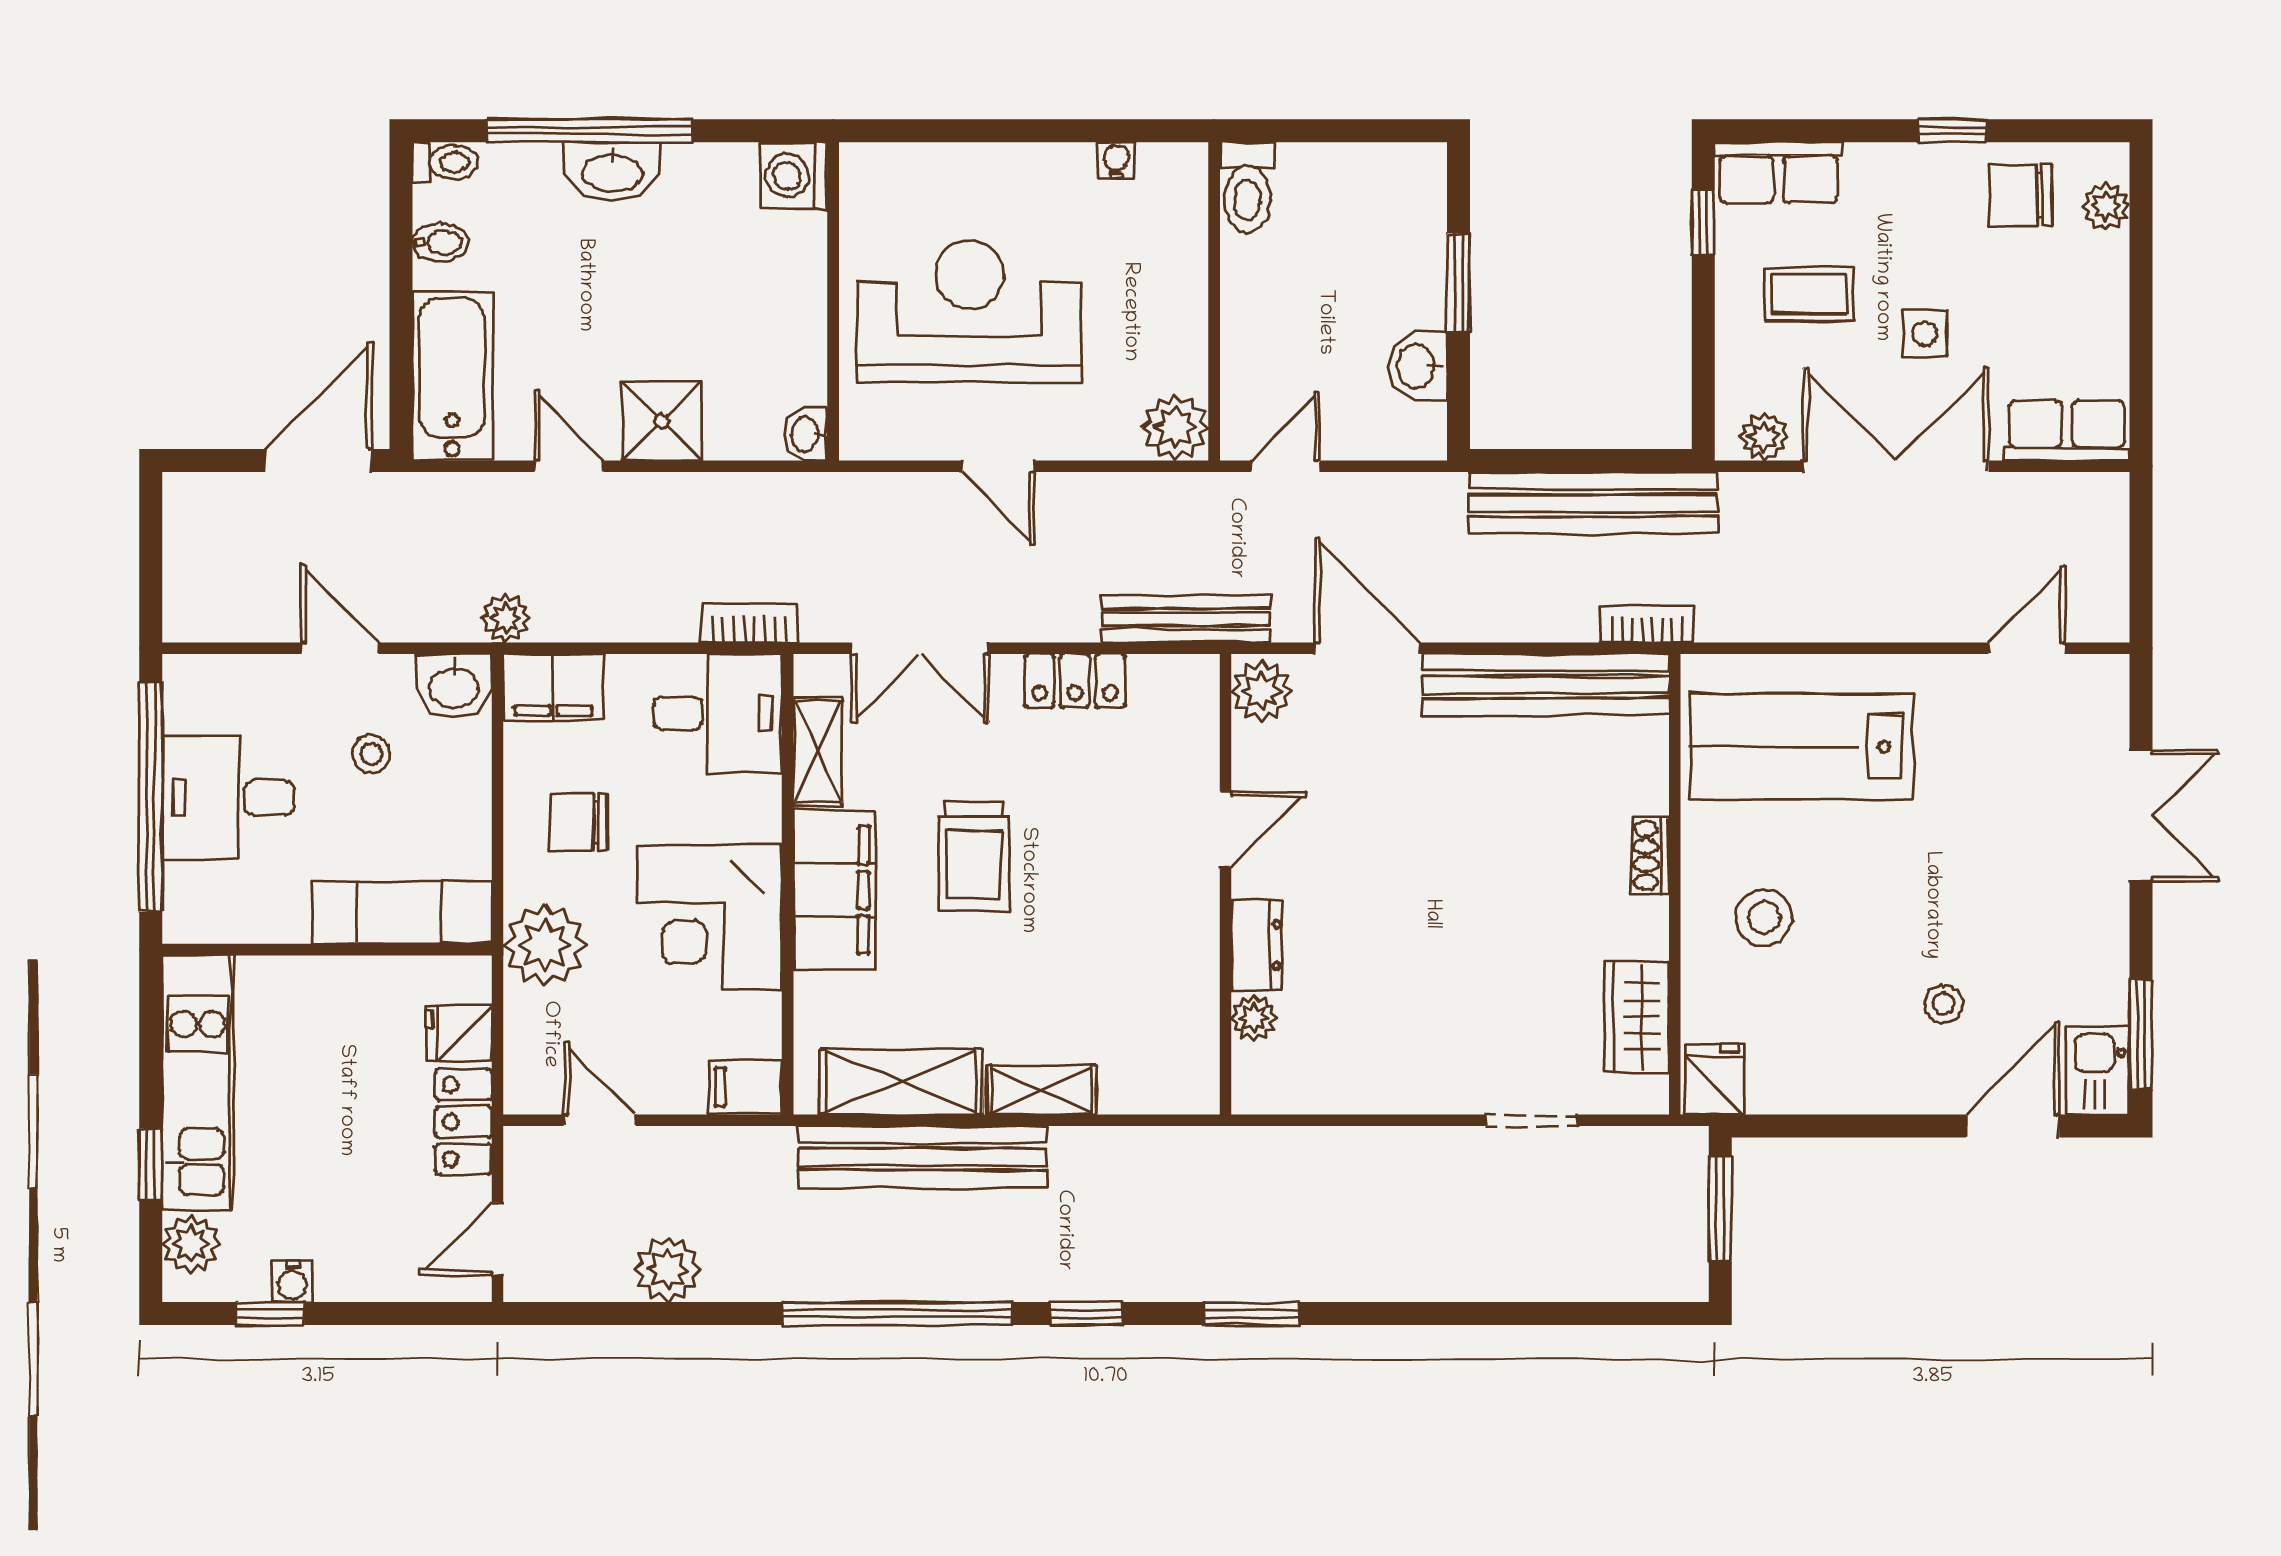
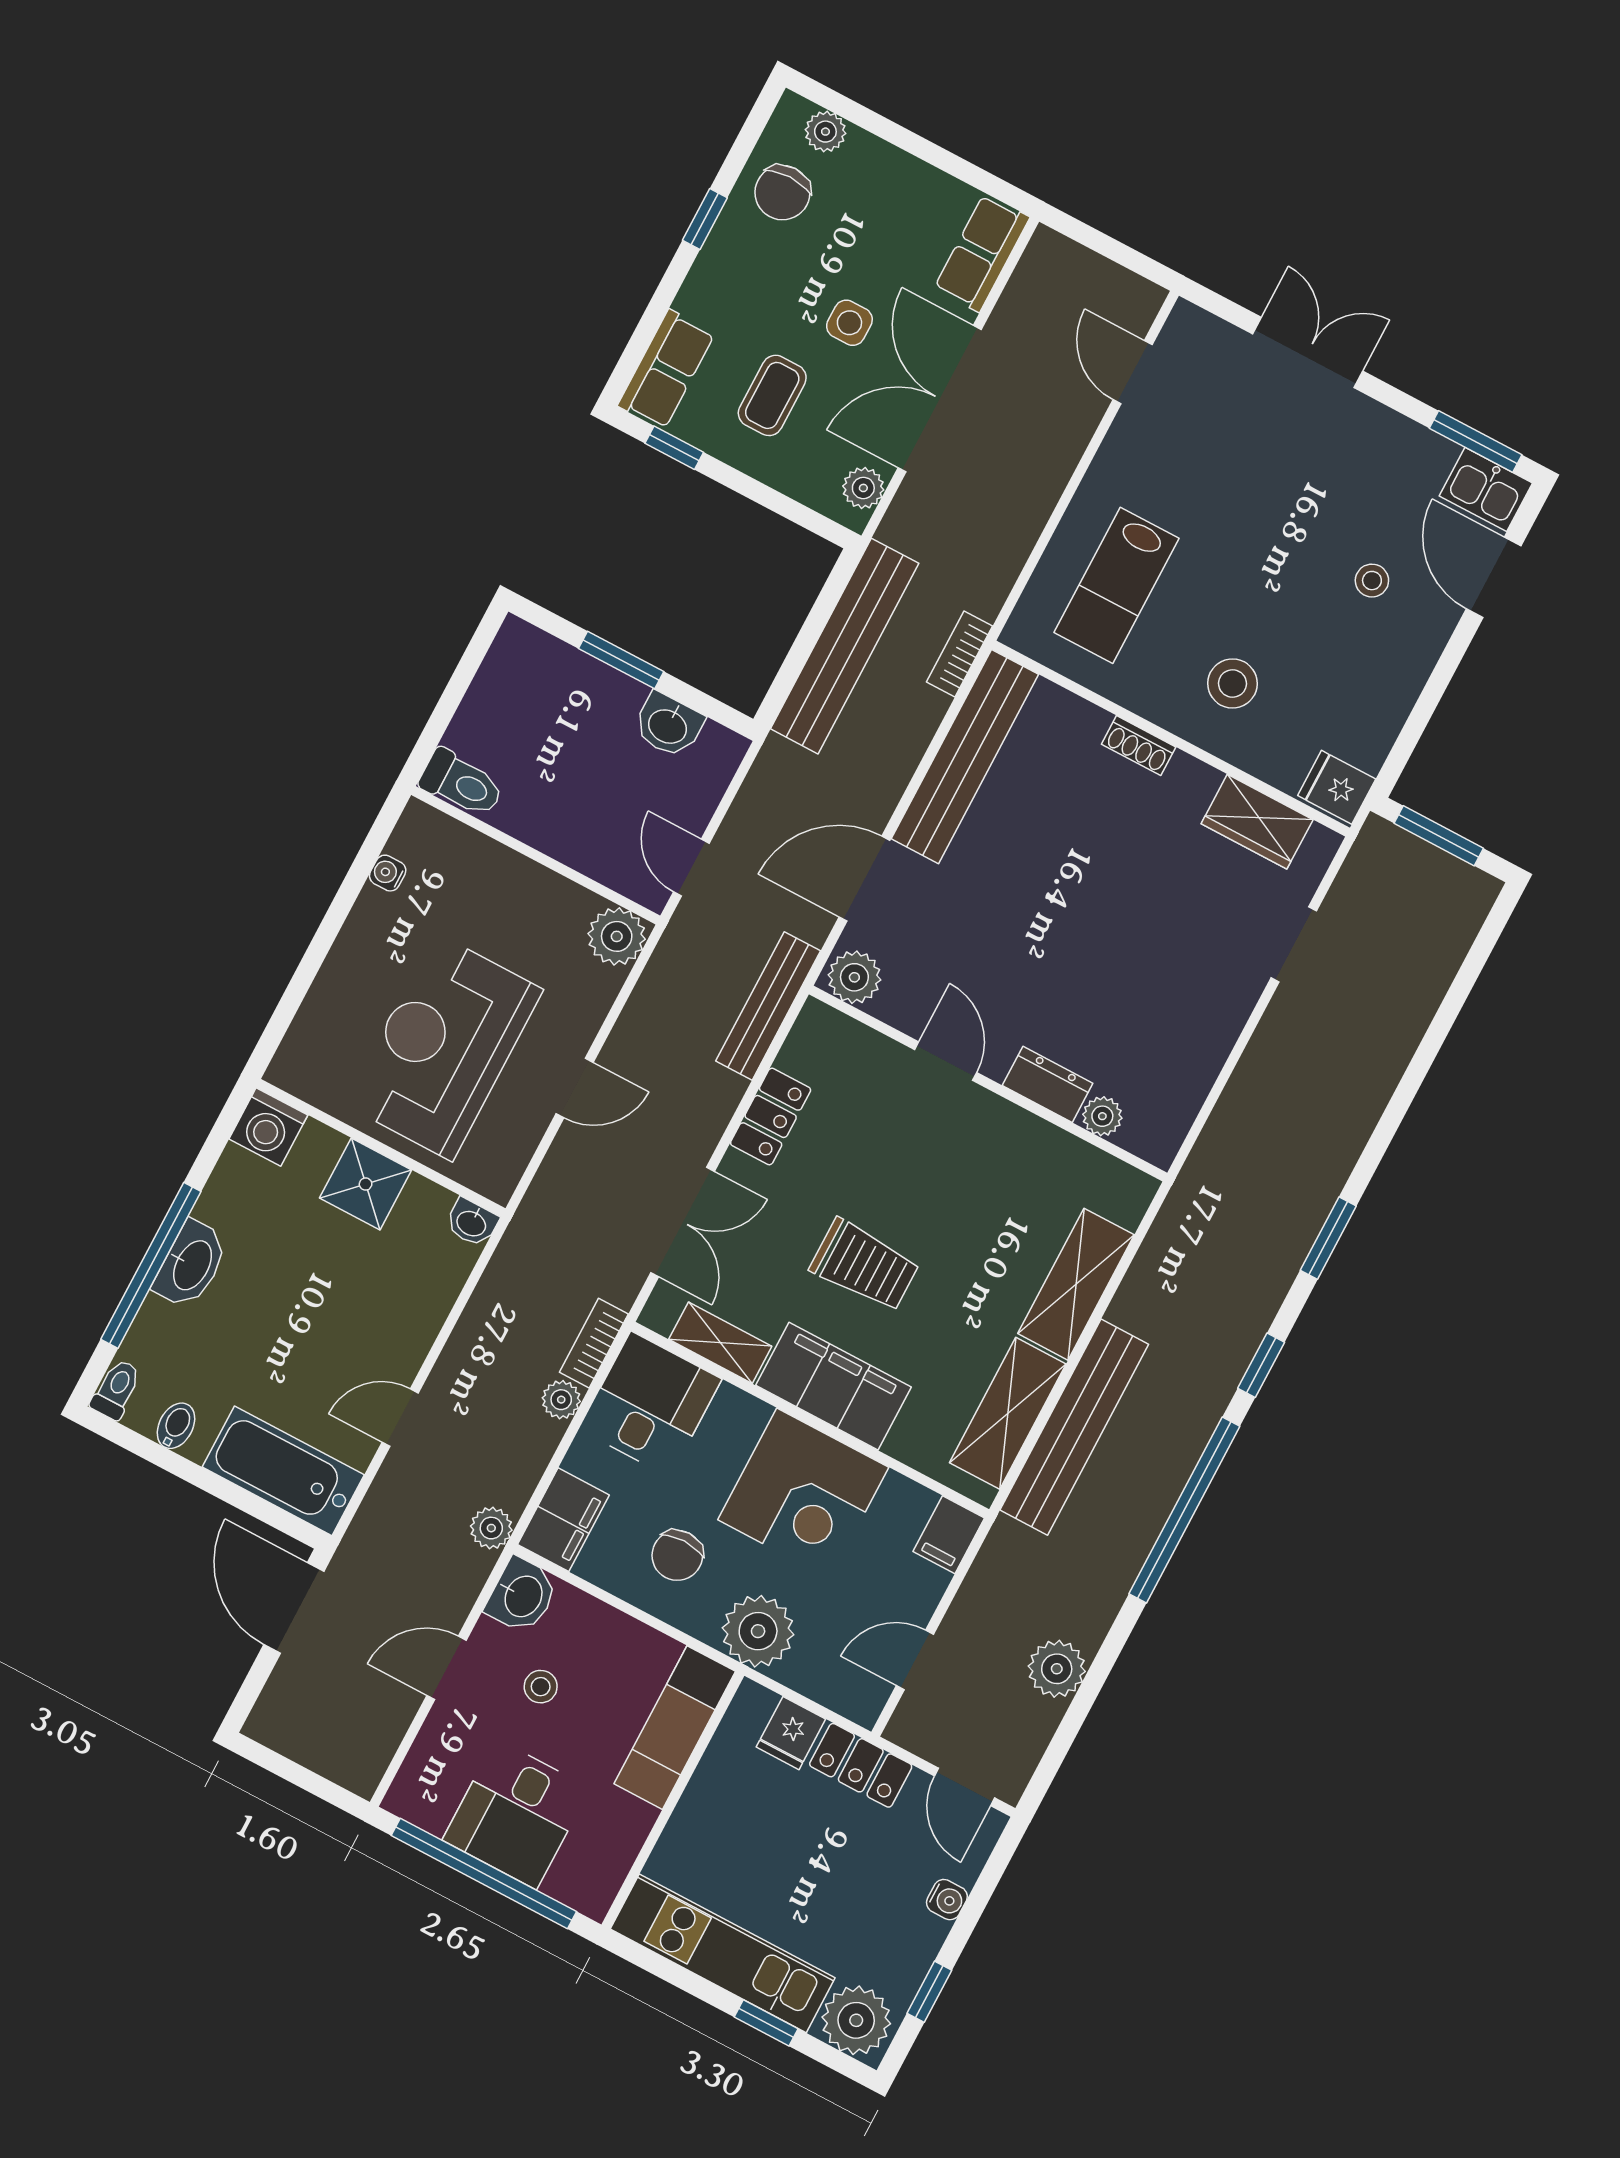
shower: (662, 421) -> (366, 1184), moved
plant: (674, 620) -> (561, 1400), added
lab bench: (1801, 747) -> (1117, 585), width x0.73, depth x0.72
shelving: (1042, 1090) -> (1076, 1284), width x1.50, depth x1.33
plant: (191, 1244) -> (856, 2020), width x1.36, depth x1.36
water cooler: (292, 1282) -> (947, 1900), moved

